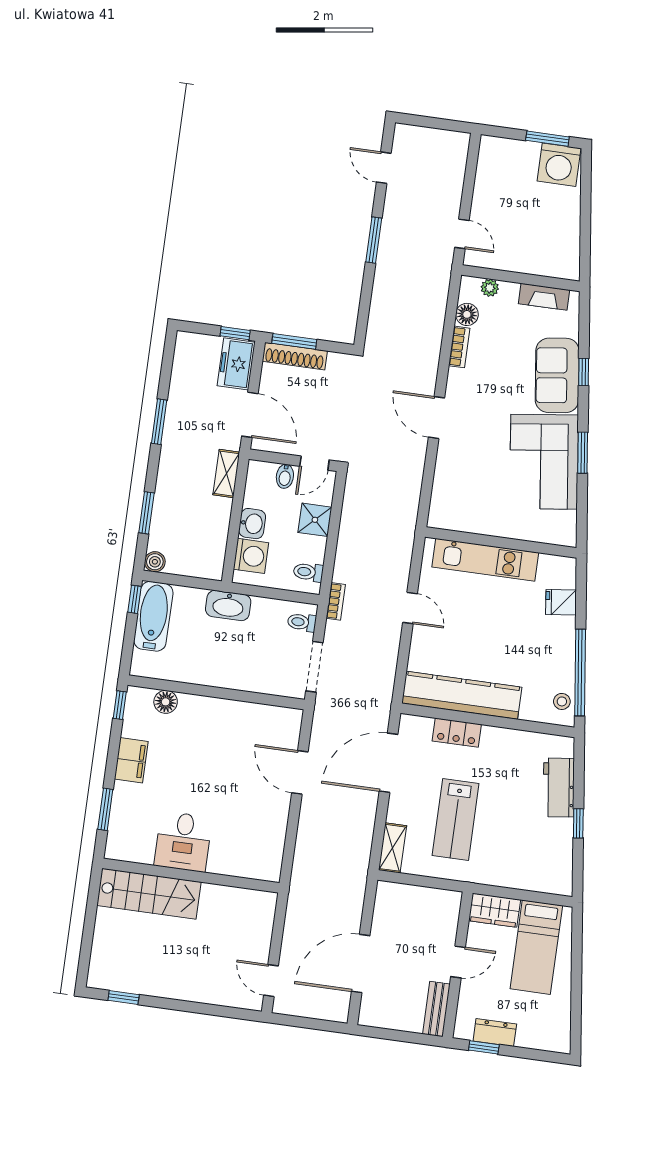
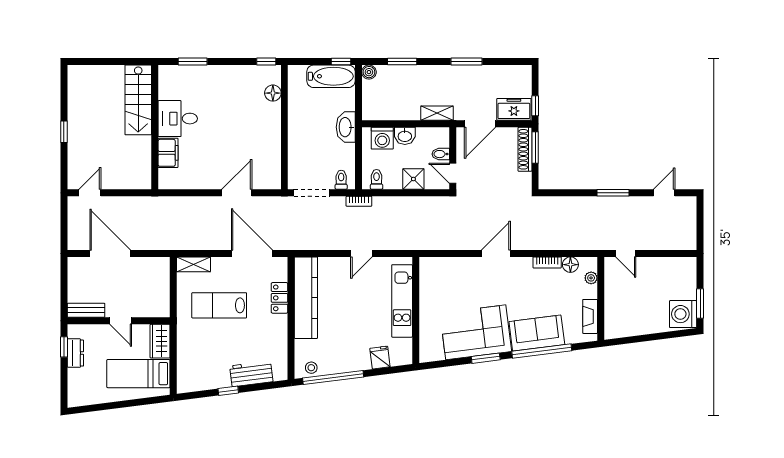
door: (462, 234) -> (626, 253), hinge flipped
window: (584, 372) -> (542, 351), width x3.17
filing cabinet: (131, 760) -> (168, 153), moved, turned -90
window: (124, 997) -> (64, 132), moved

